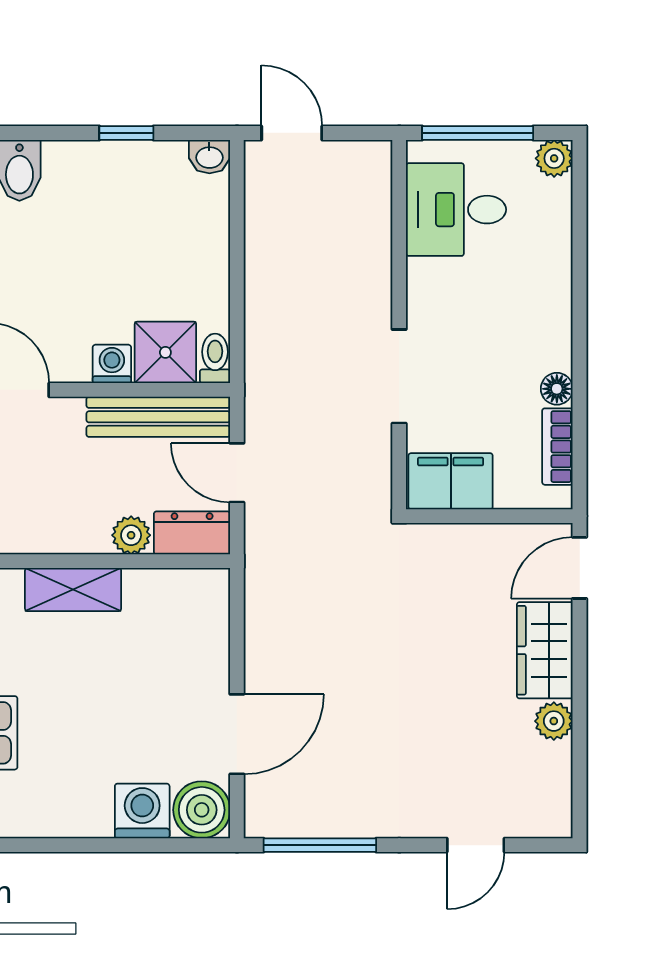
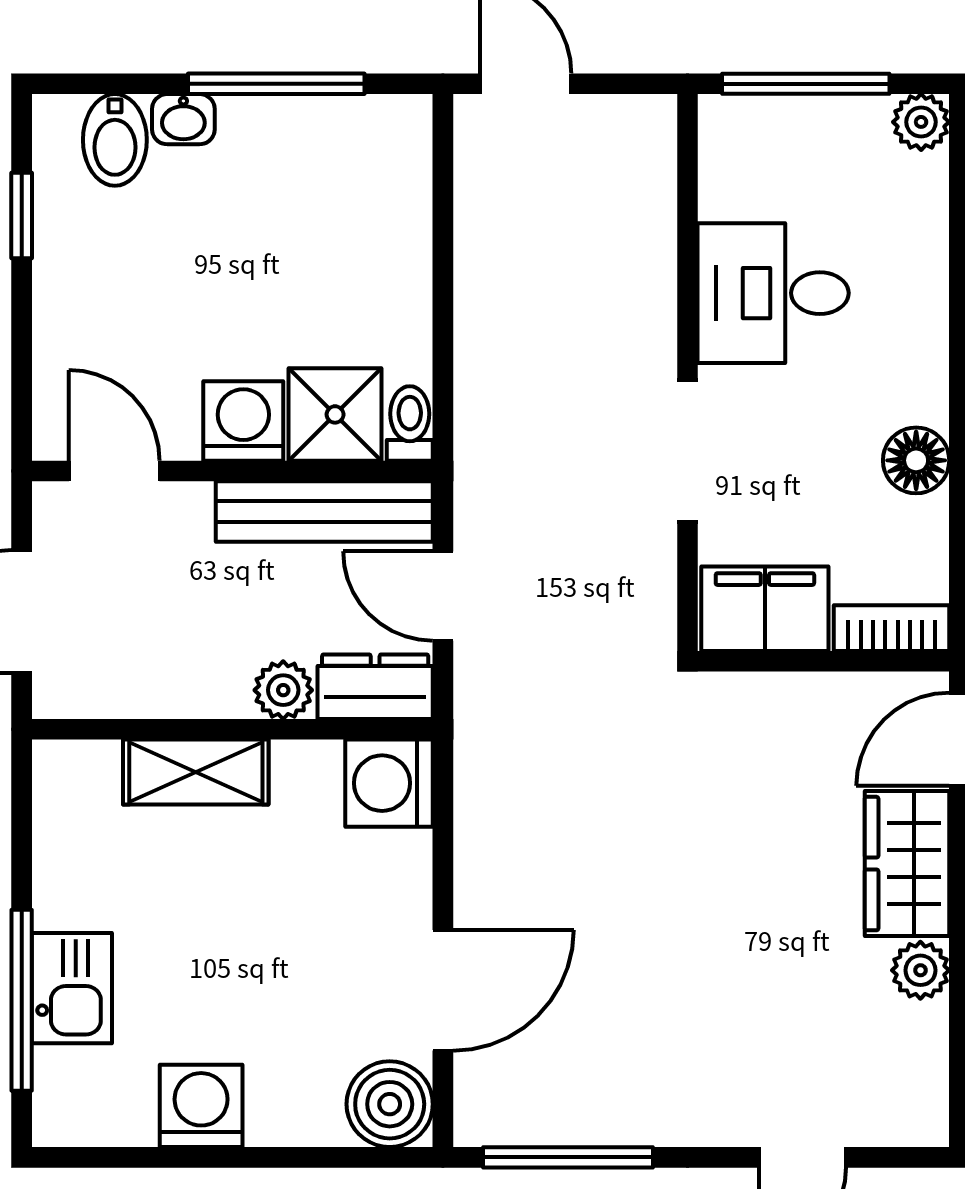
window: (126, 133) -> (276, 84), width x2.17
washbasin: (209, 157) -> (183, 119), moved
desk: (456, 210) -> (773, 293), moved
washing machine: (112, 364) -> (243, 421), width x1.38, depth x1.38
floor lamp: (557, 389) -> (916, 460), width x1.37, depth x1.37
bookcase: (557, 447) -> (892, 628), moved, turned 90
washing machine: (201, 597) -> (389, 783), added
washing machine: (142, 811) -> (201, 1106), moved

